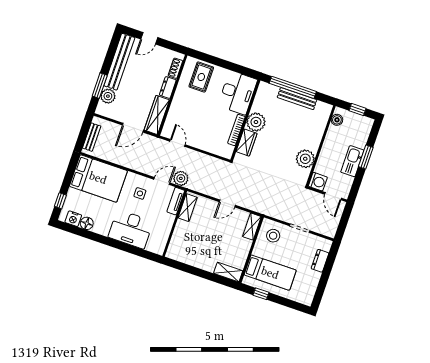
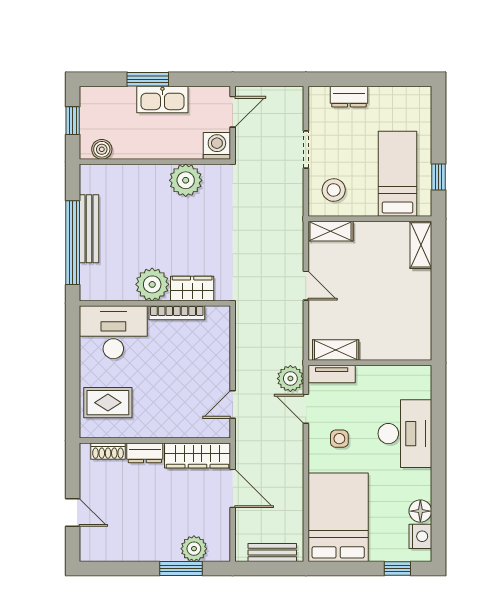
bench: (119, 62) -> (129, 549), removed

